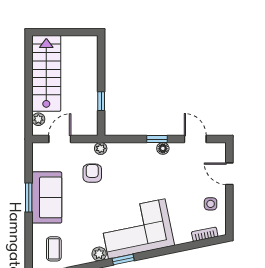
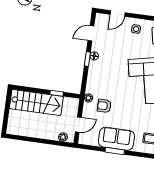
stairs: (46, 73) -> (36, 102), moved, turned 180
door: (60, 139) -> (78, 125), swing flipped

